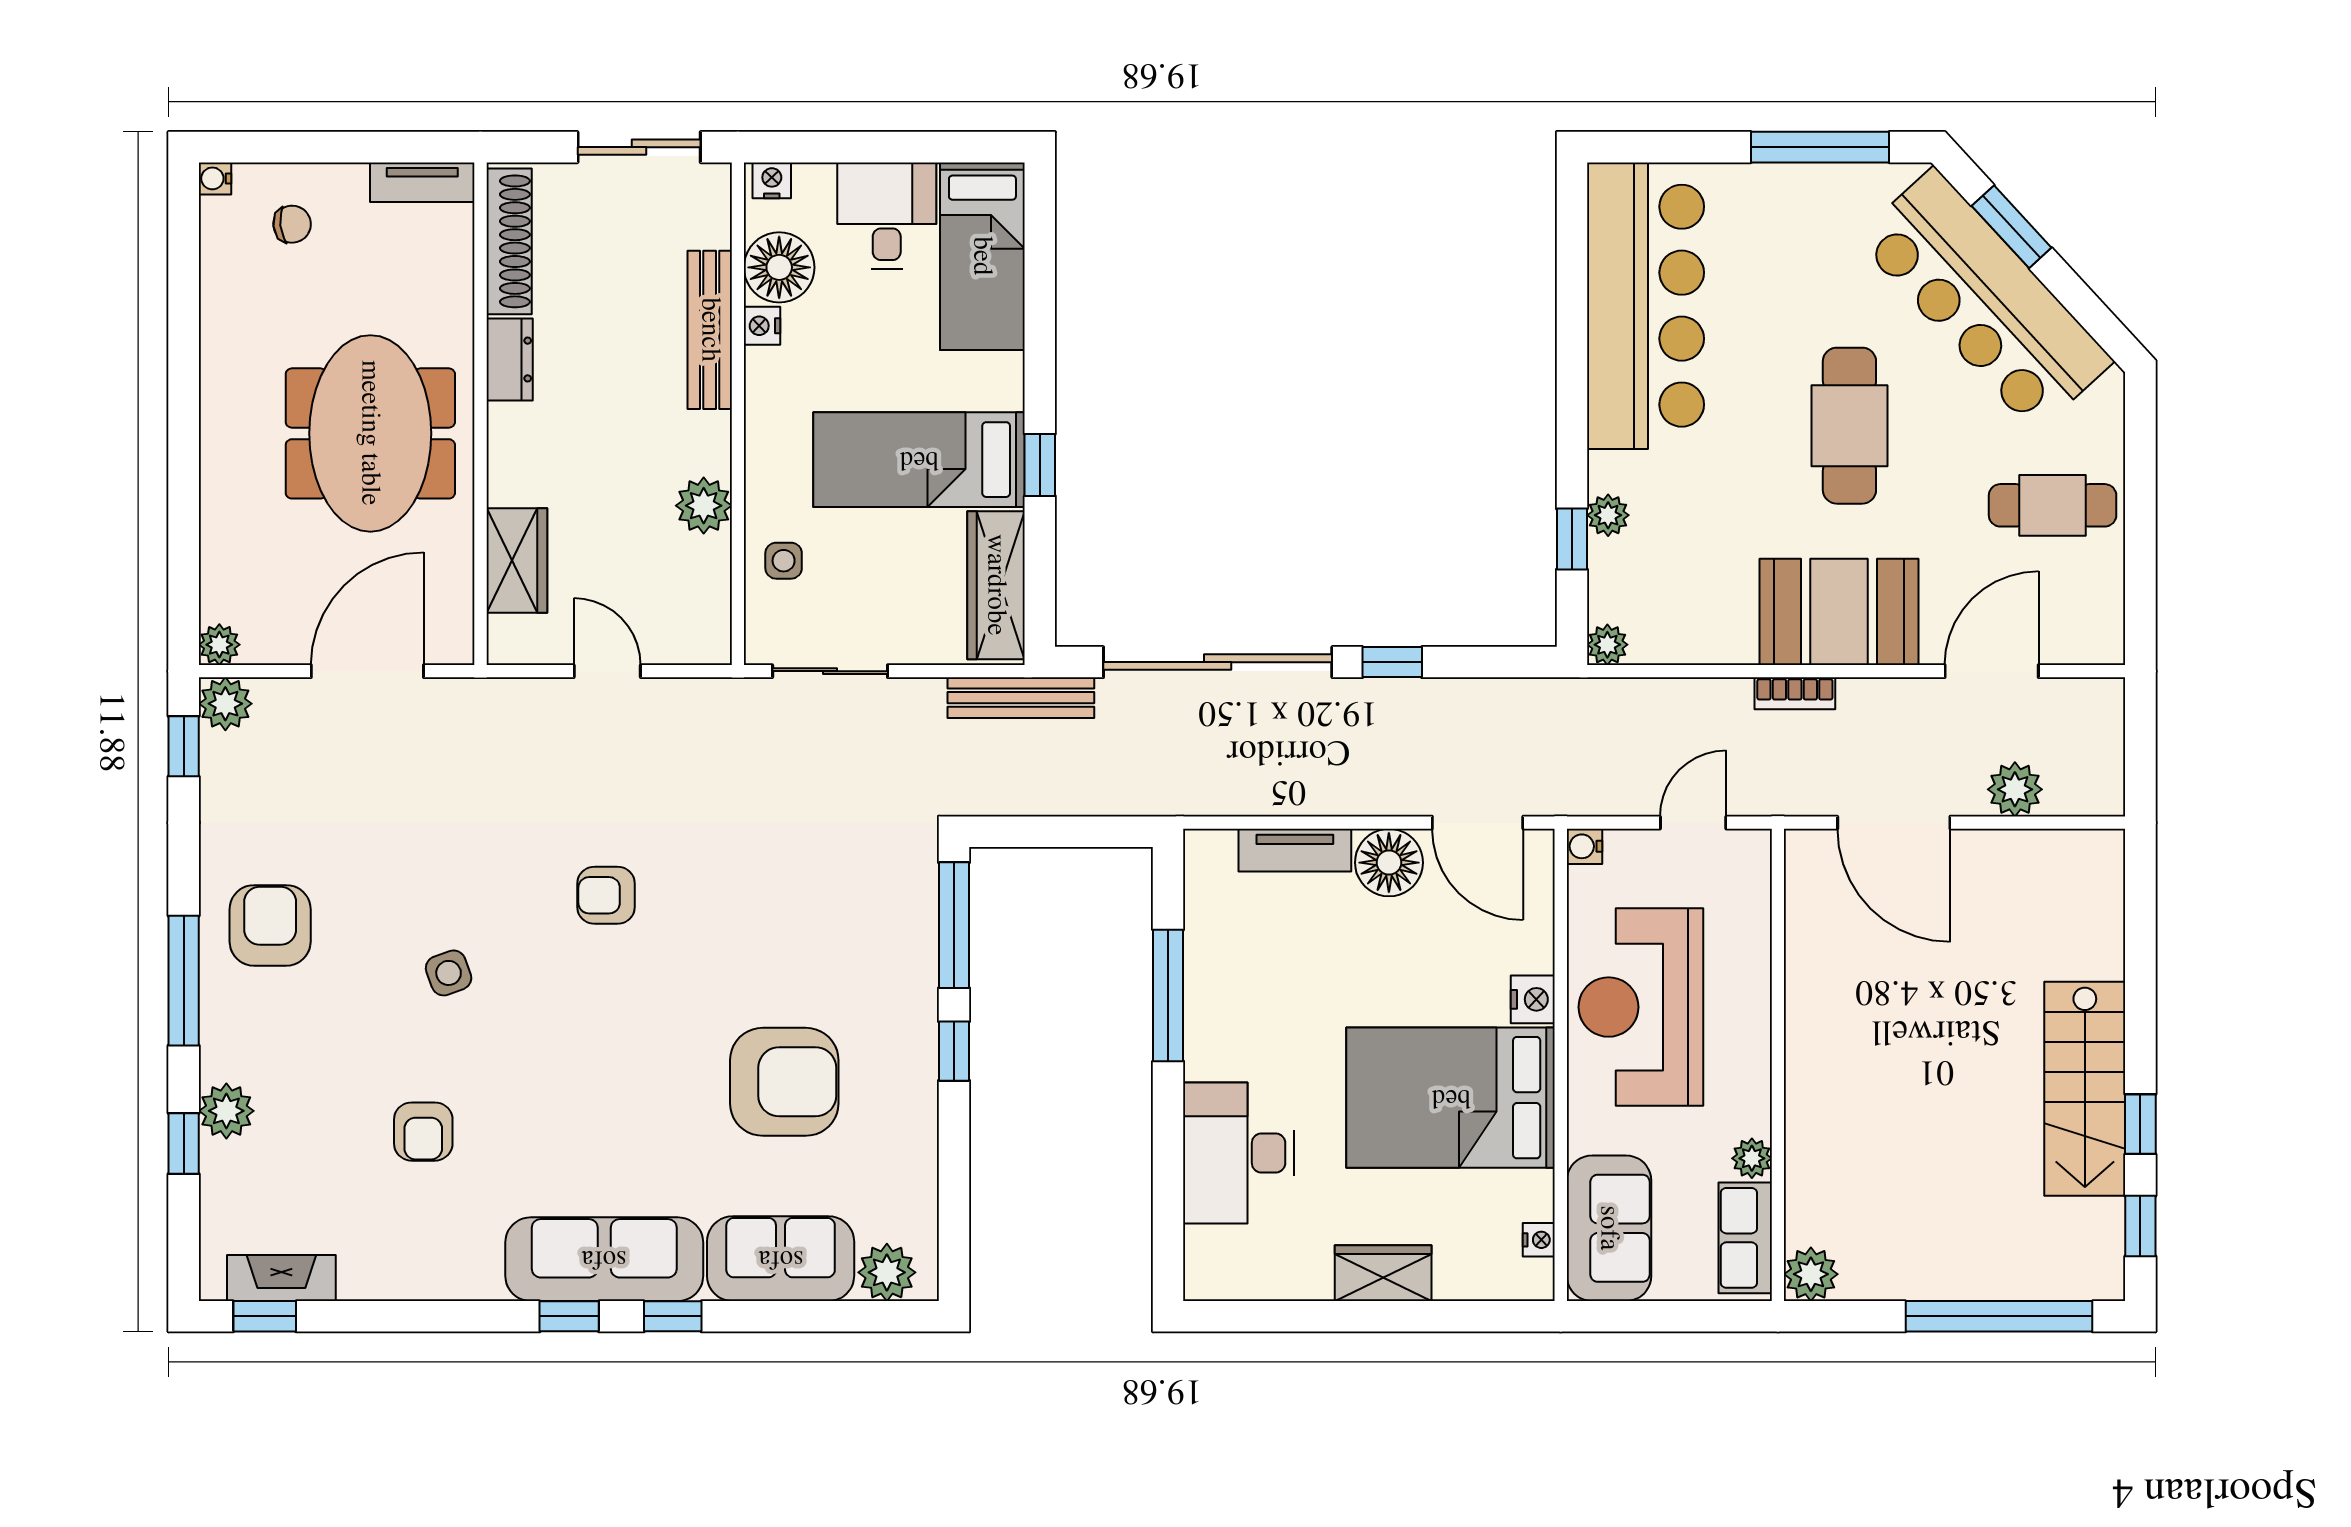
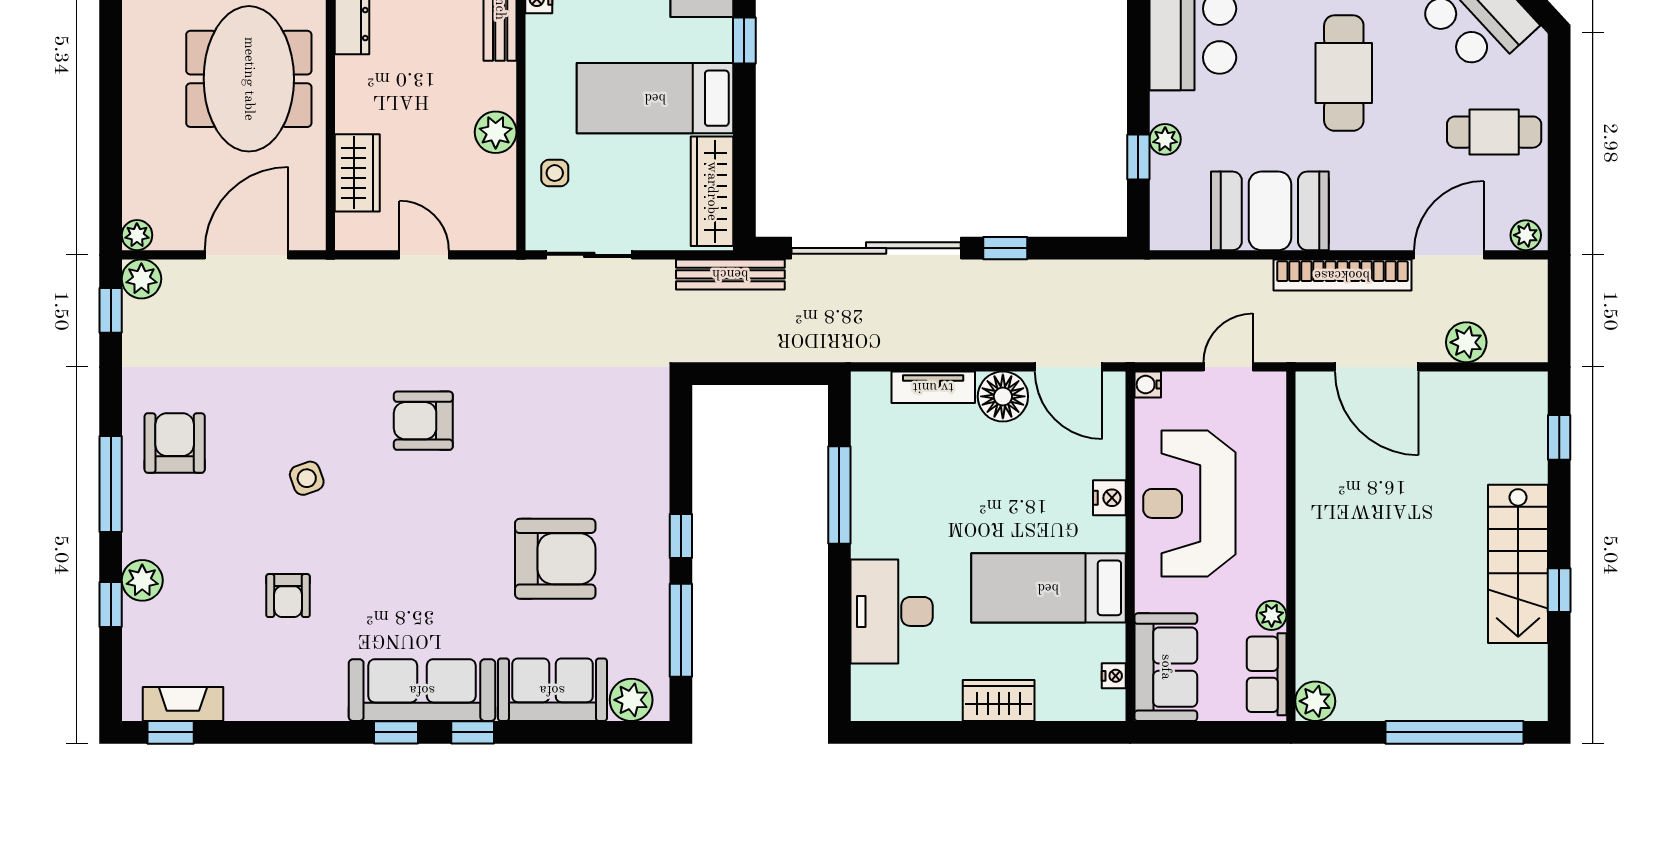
window: (1040, 465) -> (744, 40), moved
booth: (1839, 612) -> (1270, 211), moved
plant: (1607, 645) -> (1526, 235), moved
bookcase: (1795, 693) -> (1342, 275), width x2.31, depth x1.31
armchair: (606, 895) -> (423, 421), width x1.38, depth x1.38
window: (954, 925) -> (681, 630), moved
bed: (1451, 1098) -> (1048, 588), width x0.67
window: (2140, 1226) -> (1559, 437), moved

